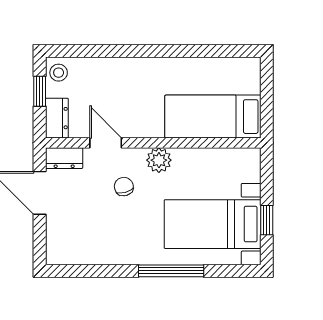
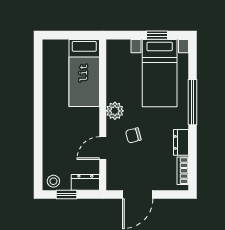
dresser: (64, 158) -> (181, 142), moved, turned 180
bookcase: (73, 257) -> (183, 171), added

